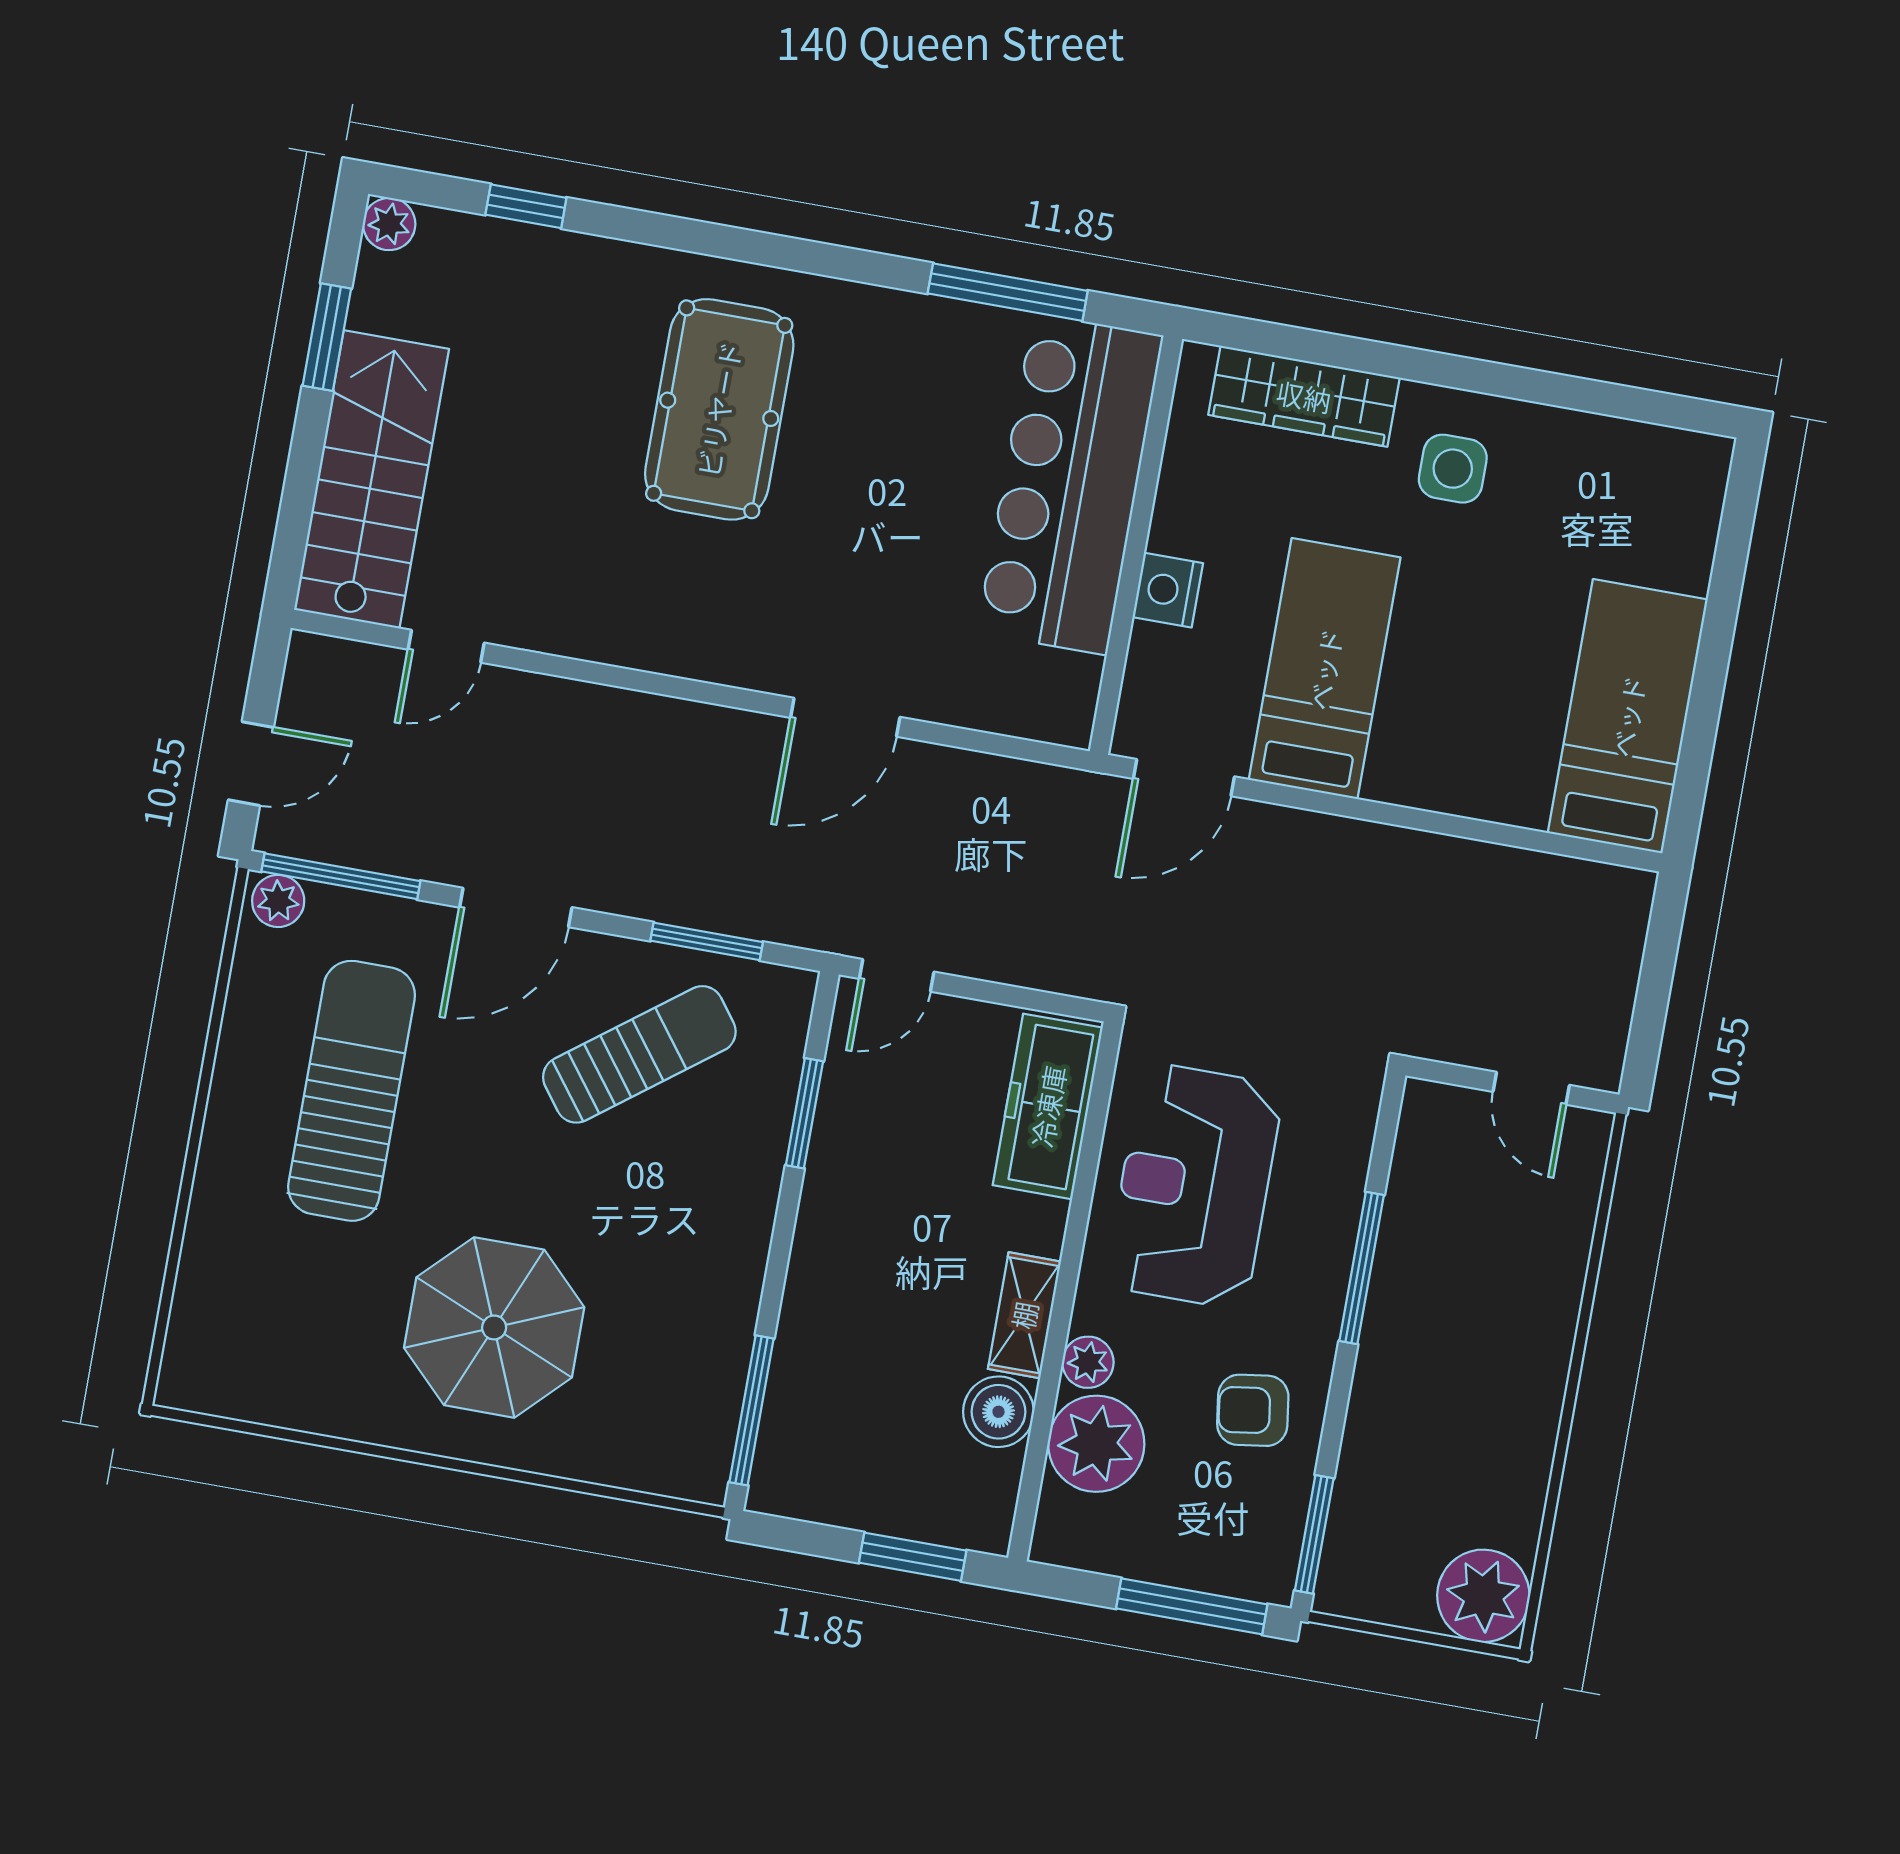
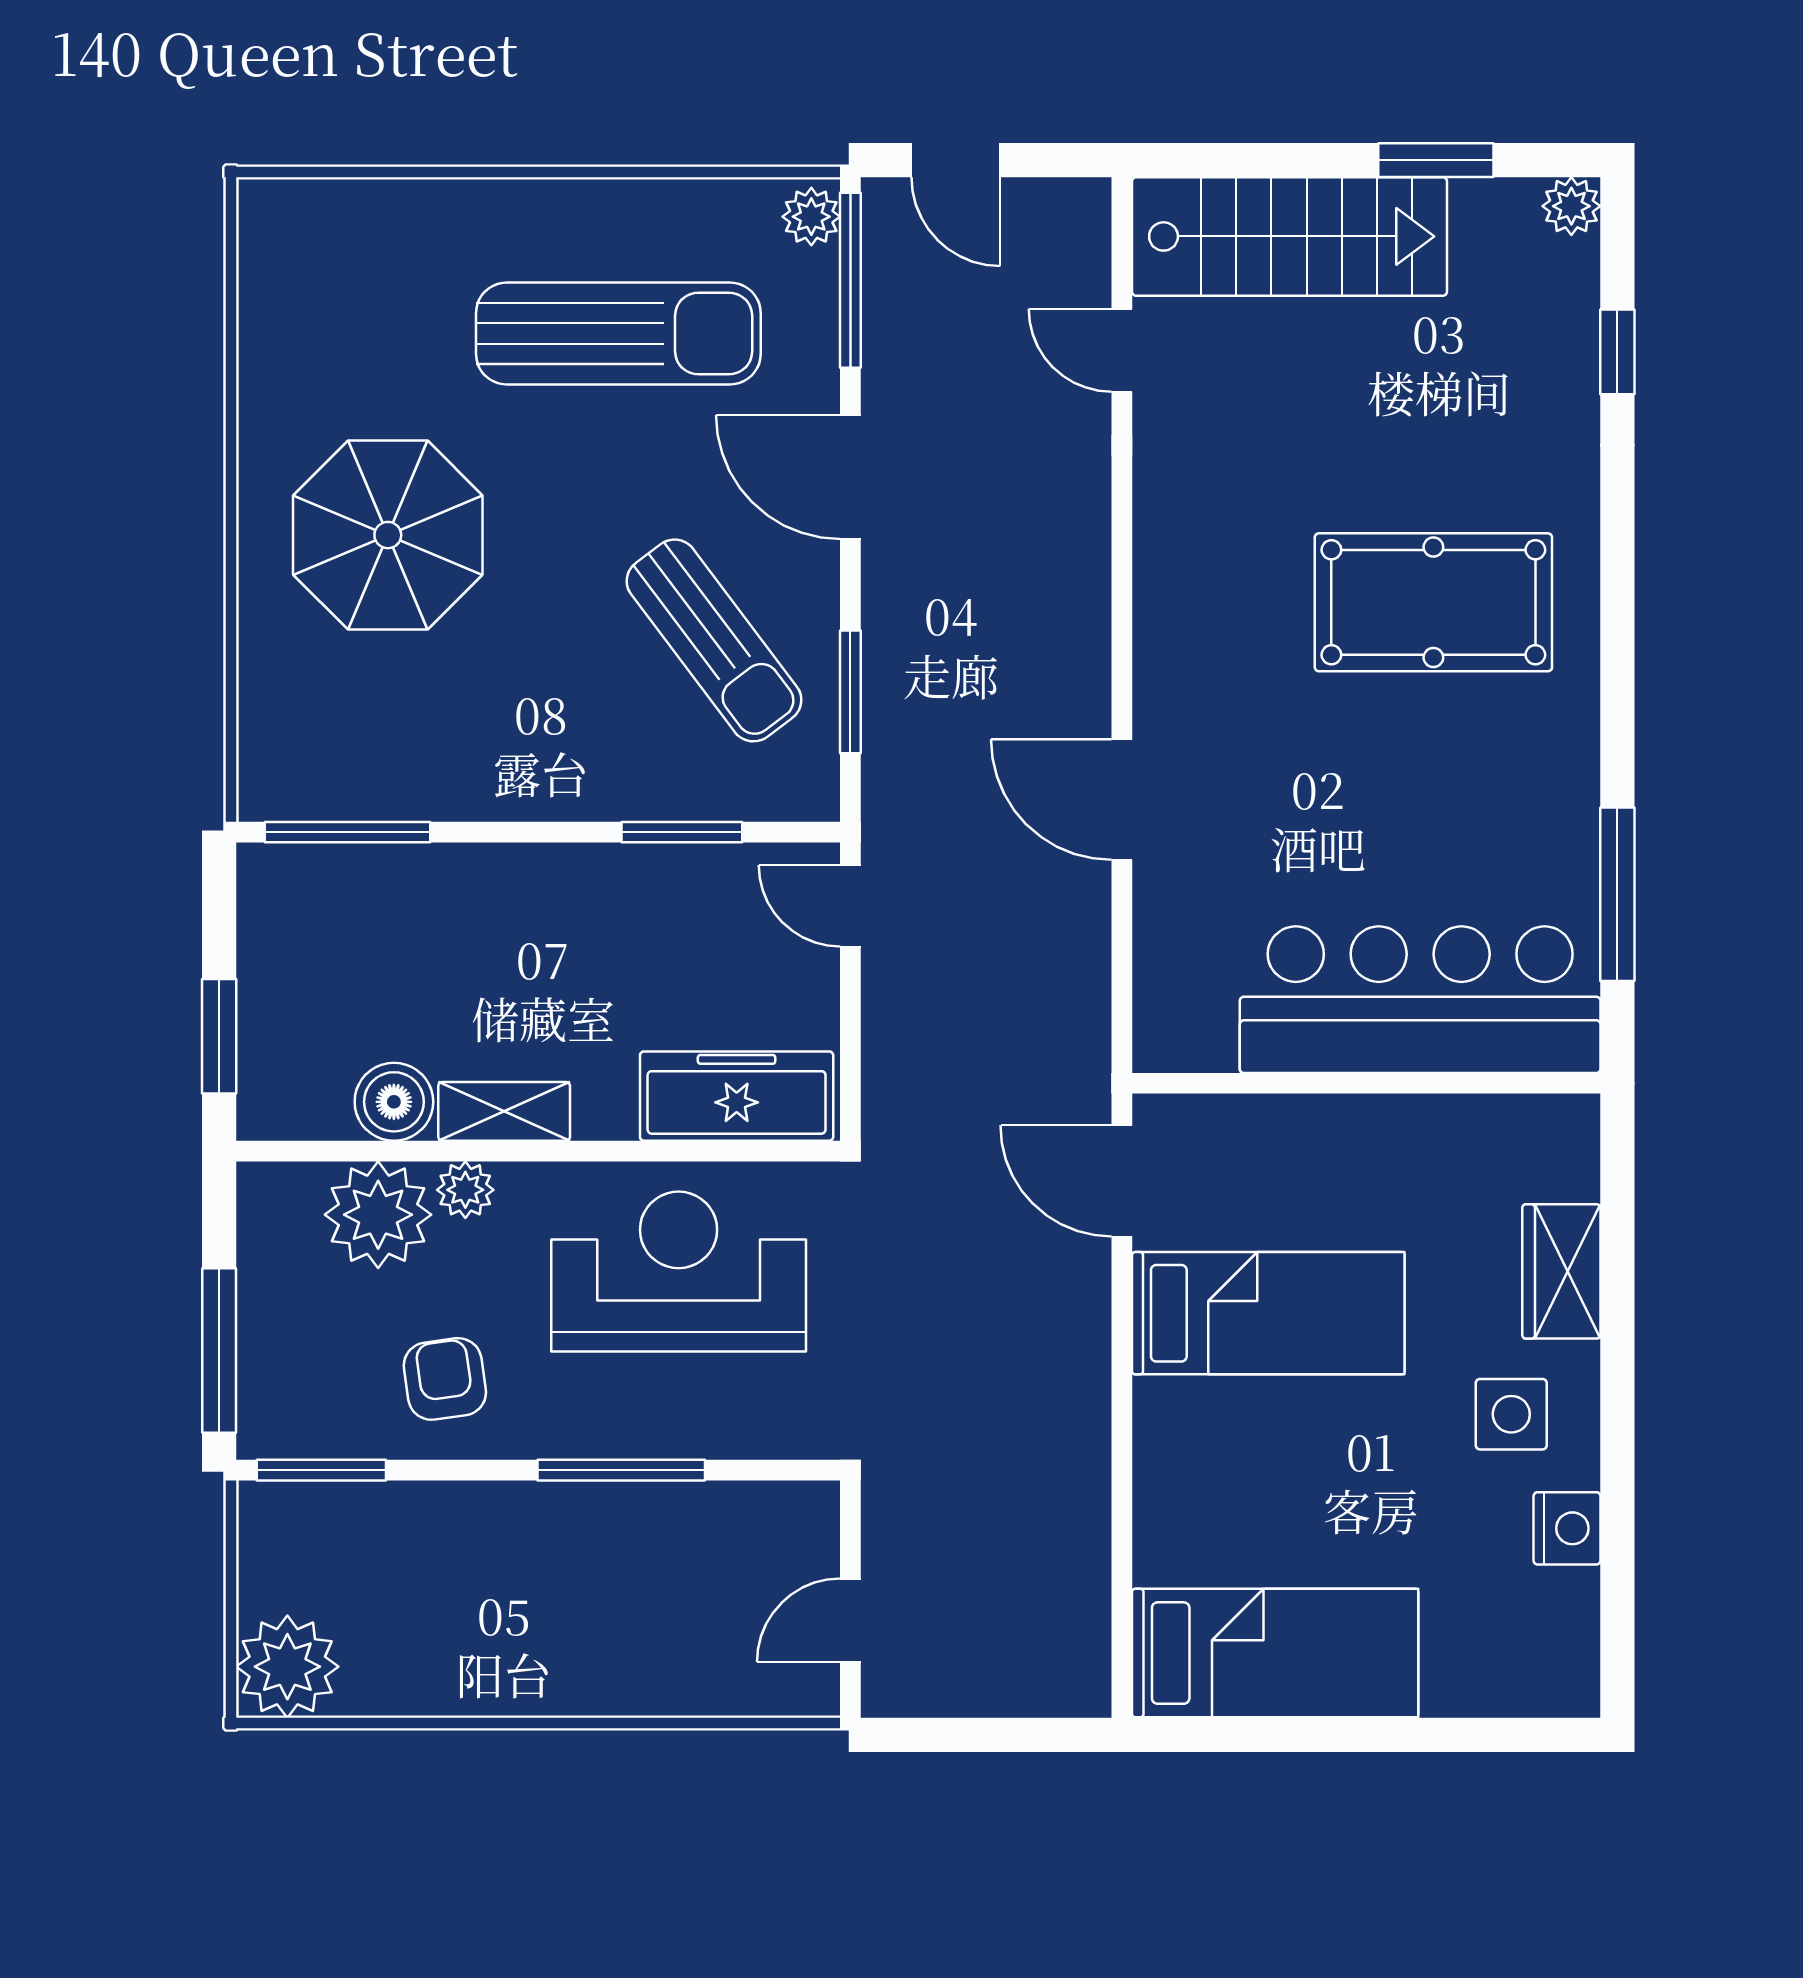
wardrobe: (1304, 396) -> (1561, 1271), width x0.67
nightstand: (1168, 590) -> (1567, 1528), moved, turned 90

